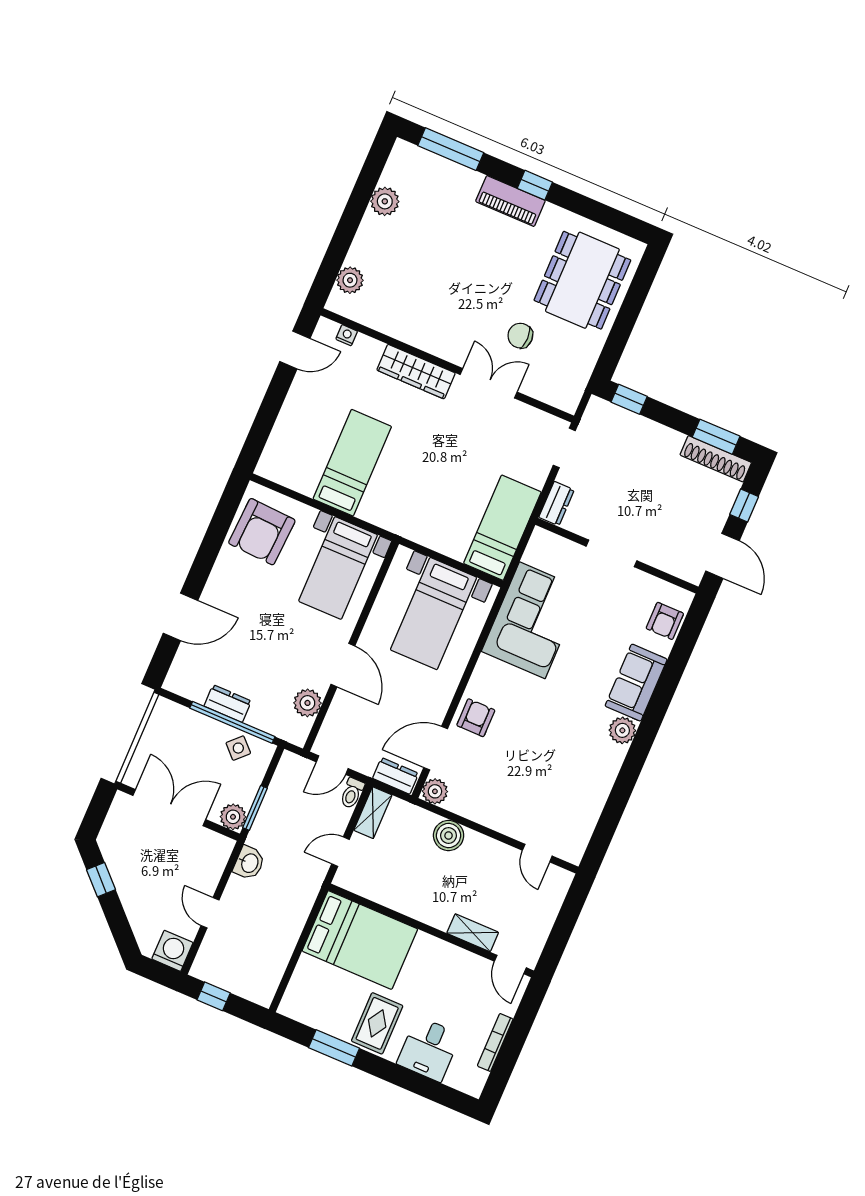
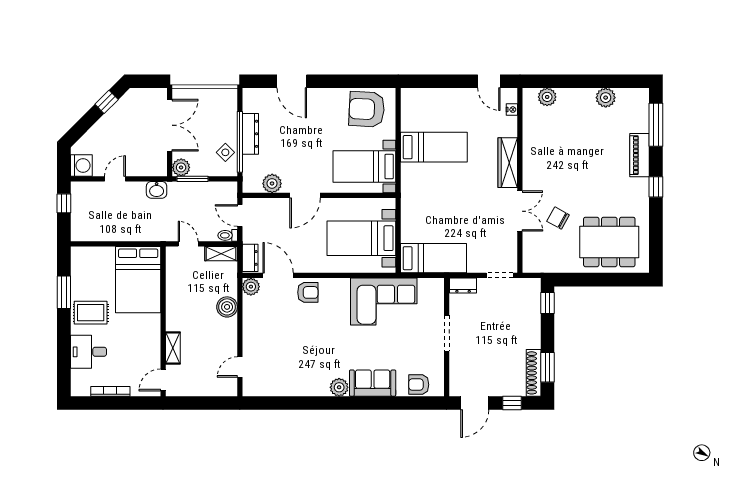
piano: (510, 201) -> (639, 155), moved
chair: (520, 336) -> (558, 218), turned -61
dresser: (228, 704) -> (250, 134), width x1.44

